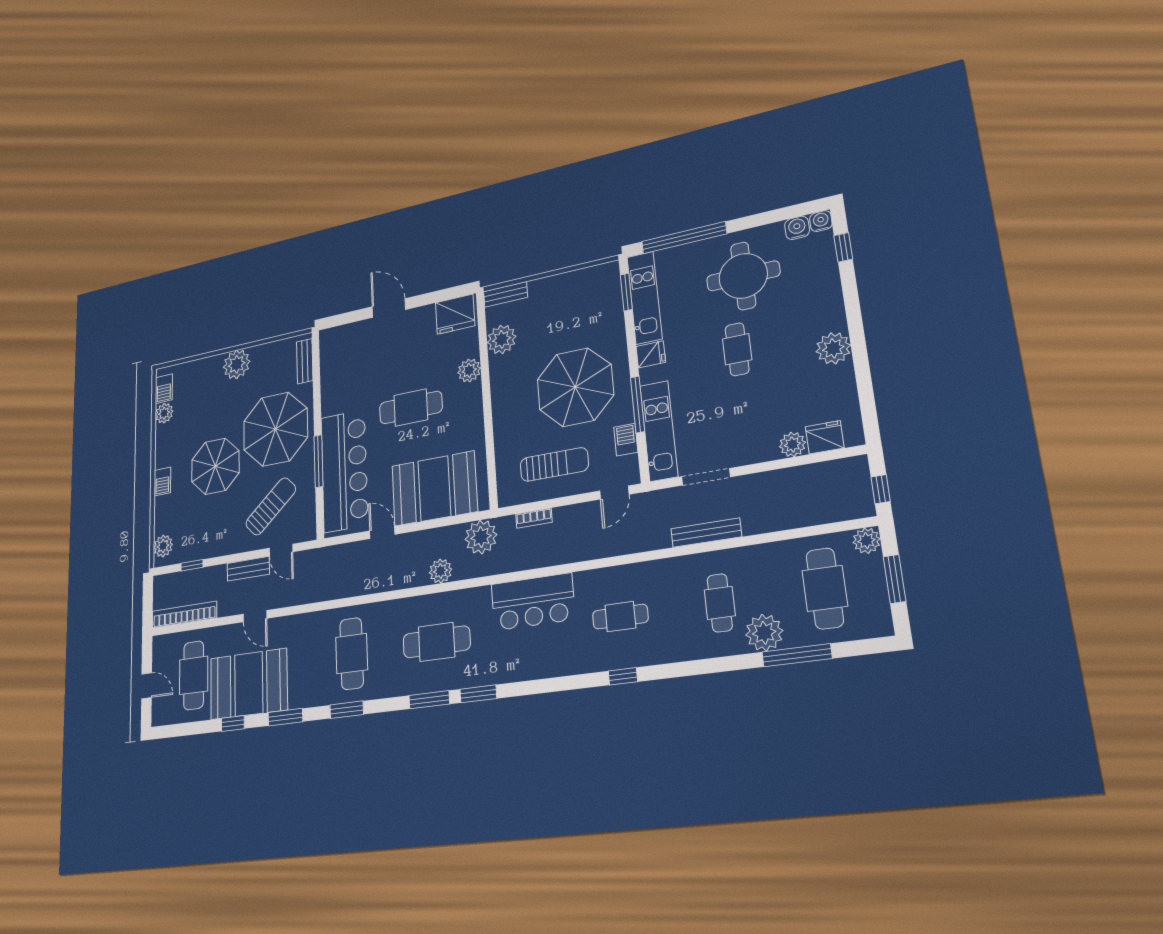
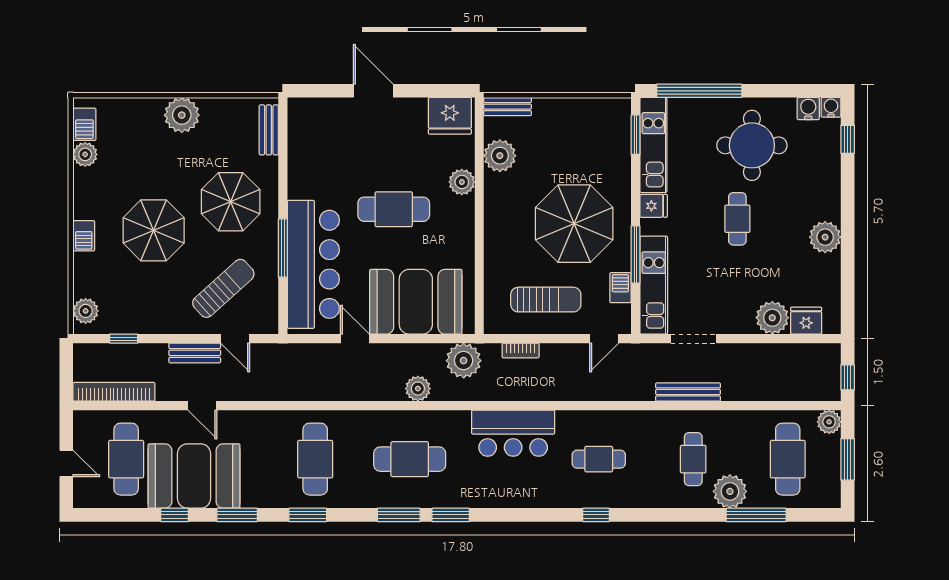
parasol: (275, 429) -> (231, 202), width x0.73, depth x0.73
plant: (792, 444) -> (772, 318), width x1.36, depth x1.36

